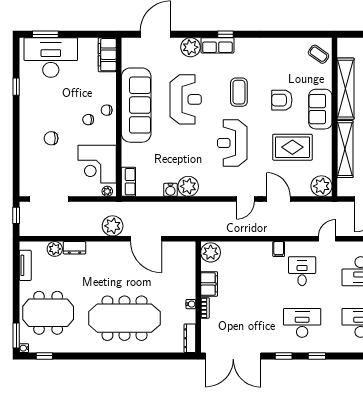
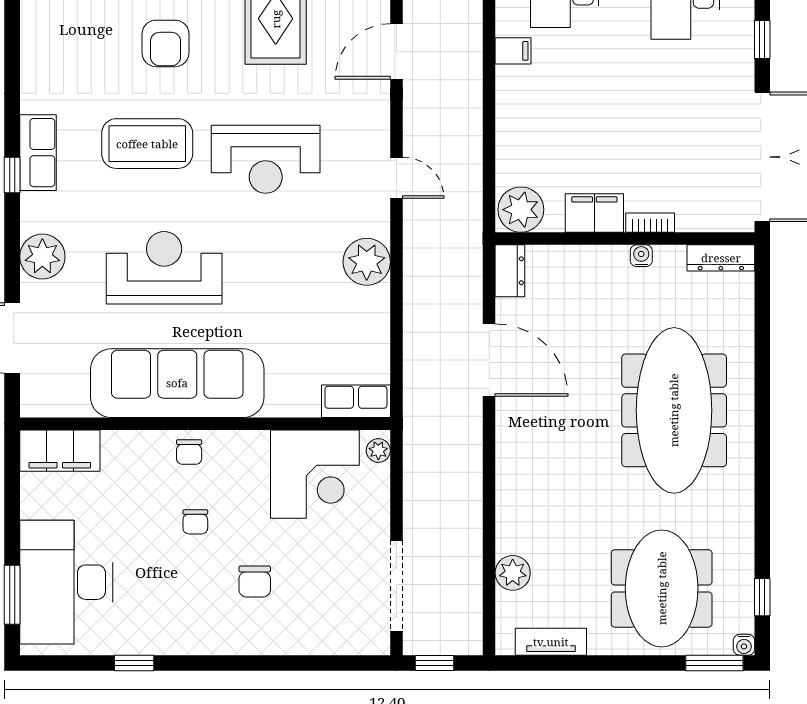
row of seats: (217, 45) -> (38, 153), moved
coffee table: (239, 92) -> (147, 144), width x1.36, depth x1.32
chair: (88, 120) -> (195, 522), moved
water cooler: (170, 190) -> (375, 303), removed
door: (245, 199) -> (396, 178), moved
plant: (113, 226) -> (459, 438), removed
door: (146, 239) -> (489, 360), hinge flipped
dresser: (74, 248) -> (510, 271), moved

